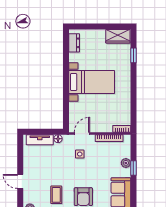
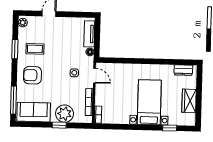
wardrobe: (118, 36) -> (189, 101), moved
bed with nightstands: (92, 82) -> (149, 102), moved, turned 180
plant: (126, 163) -> (65, 114), width x1.88, depth x1.88

